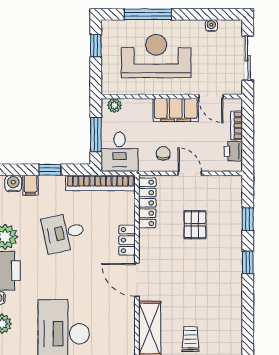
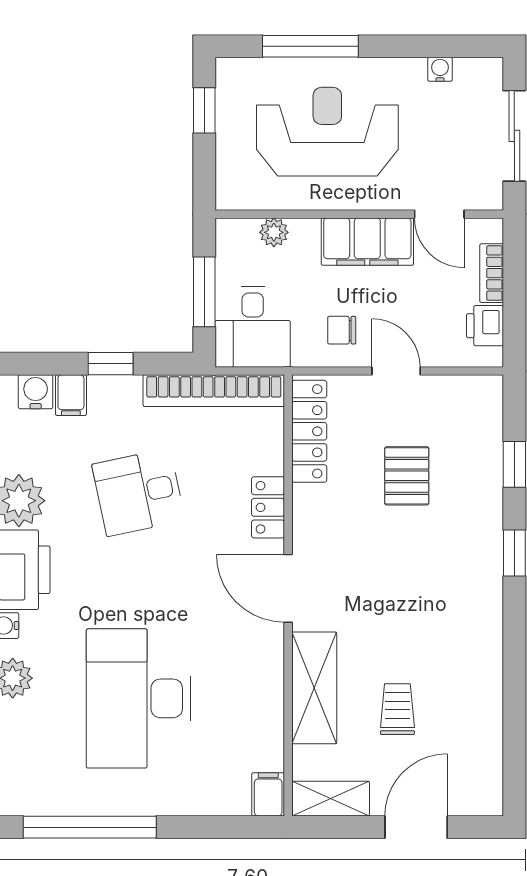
plant: (114, 105) -> (274, 232), moved
chair: (163, 153) -> (342, 330), turned -90

